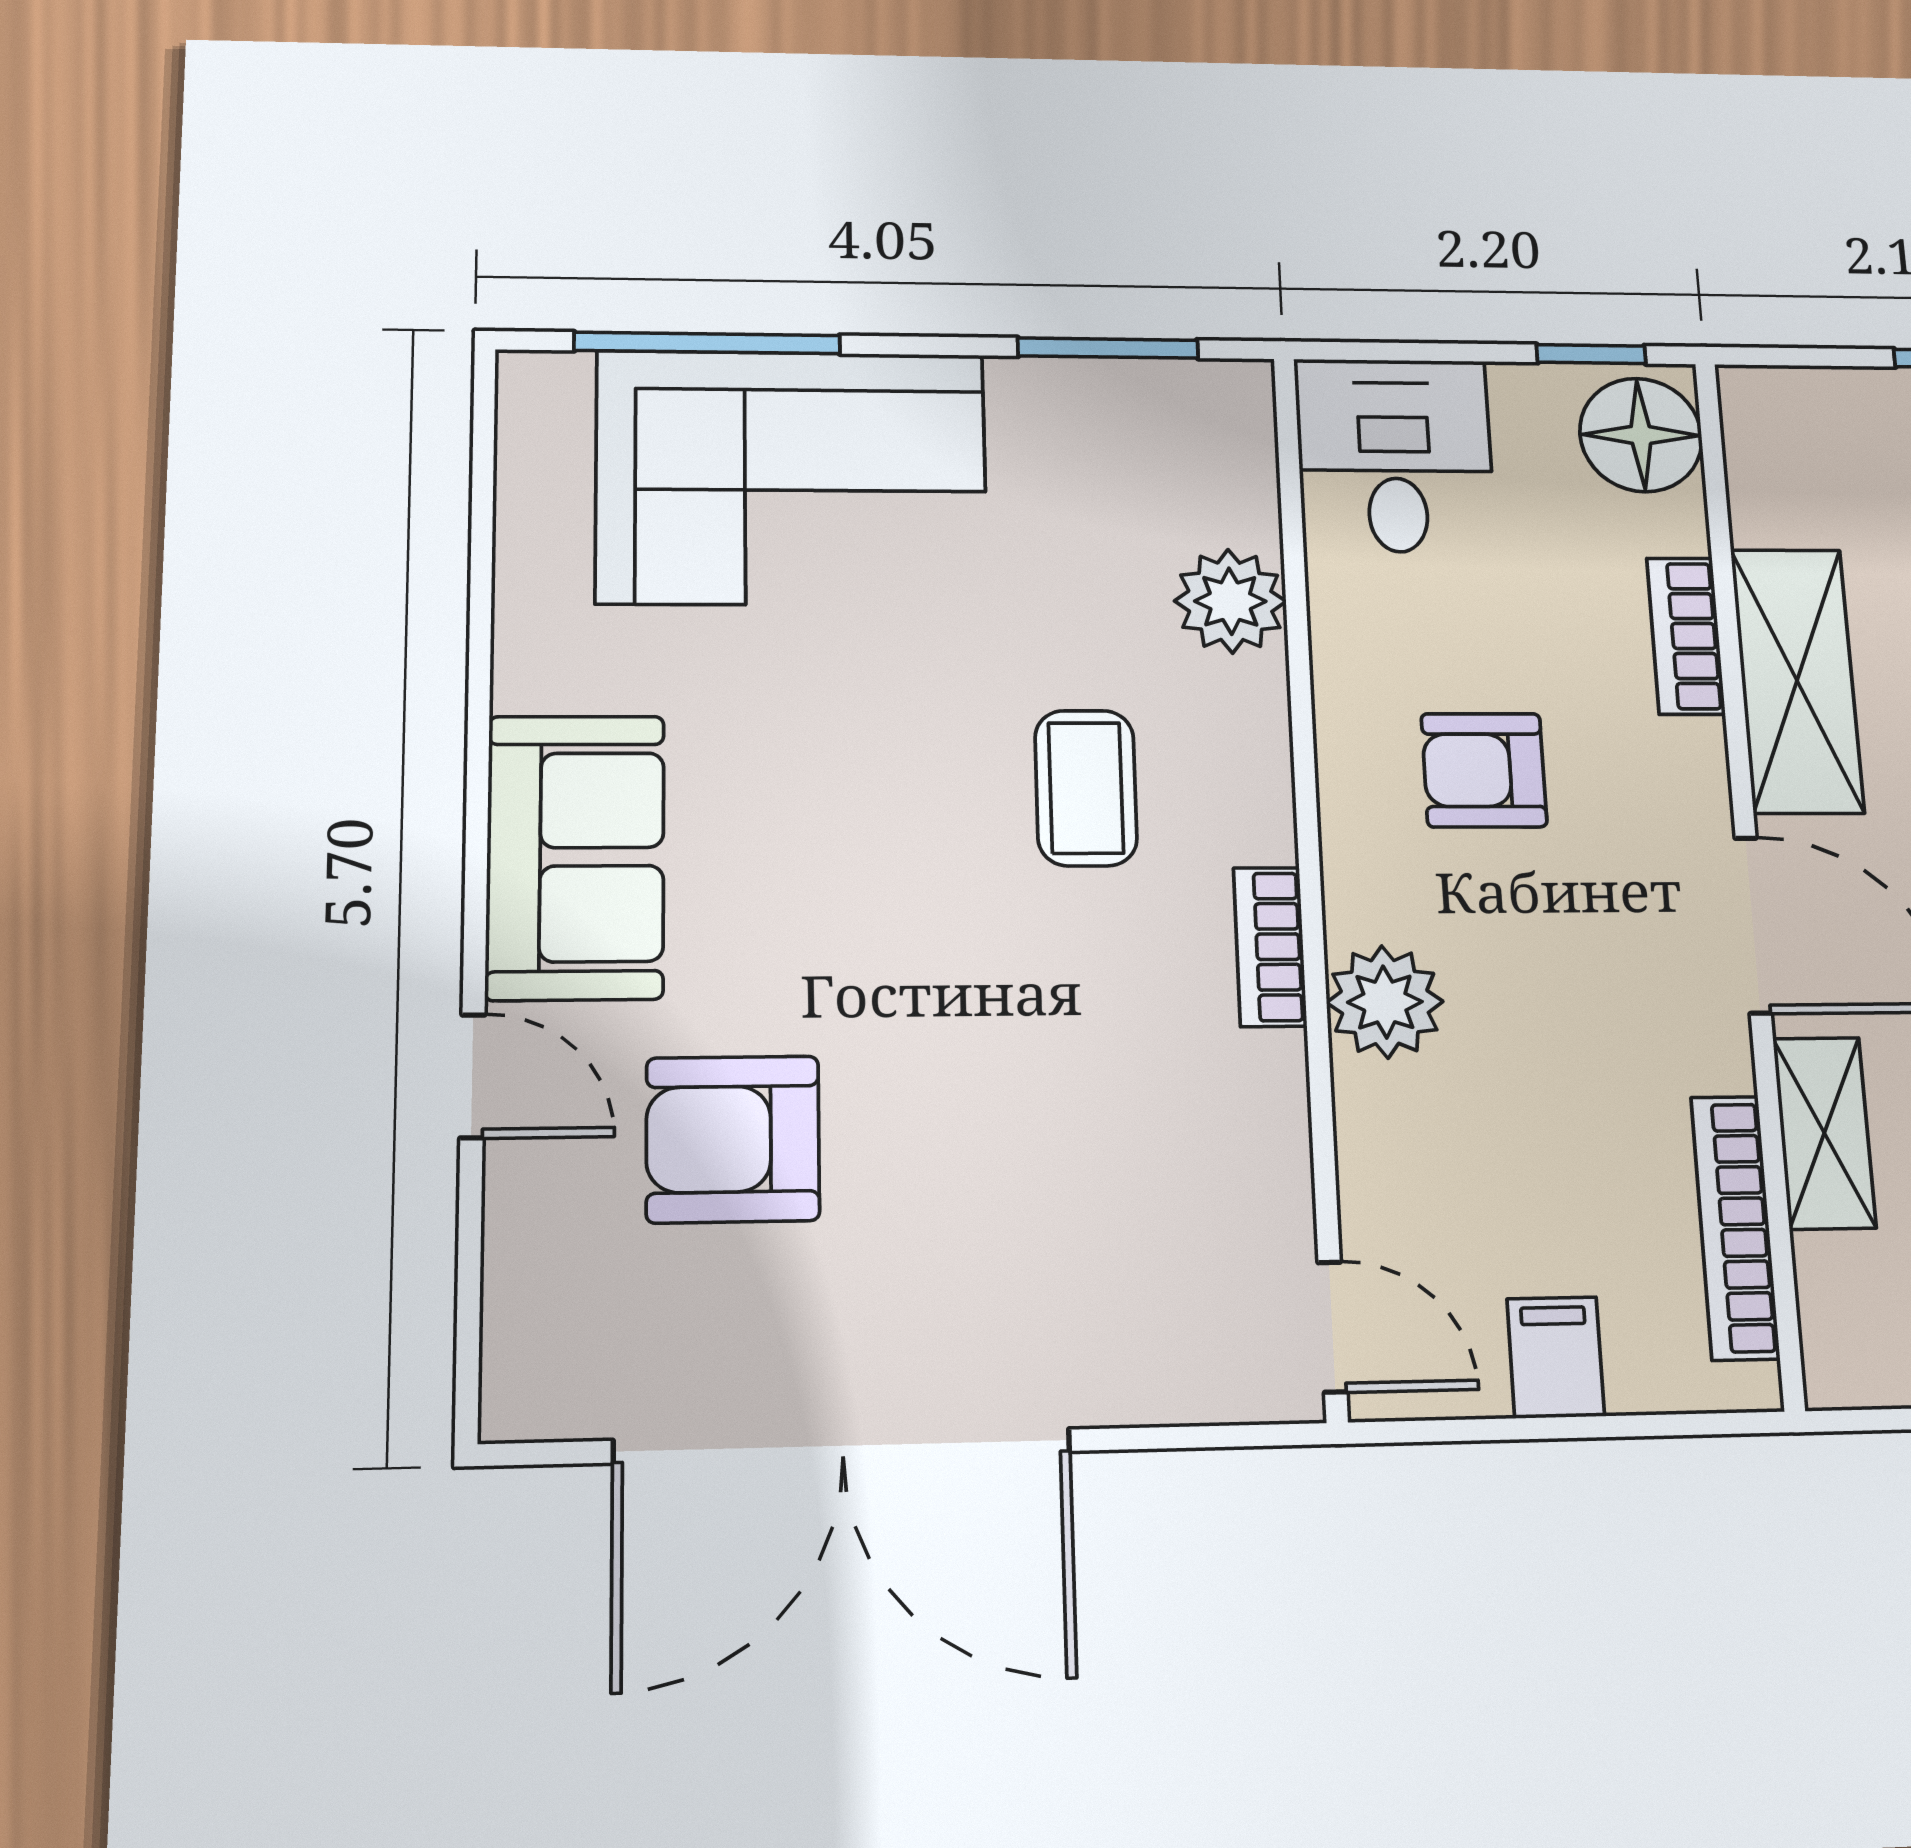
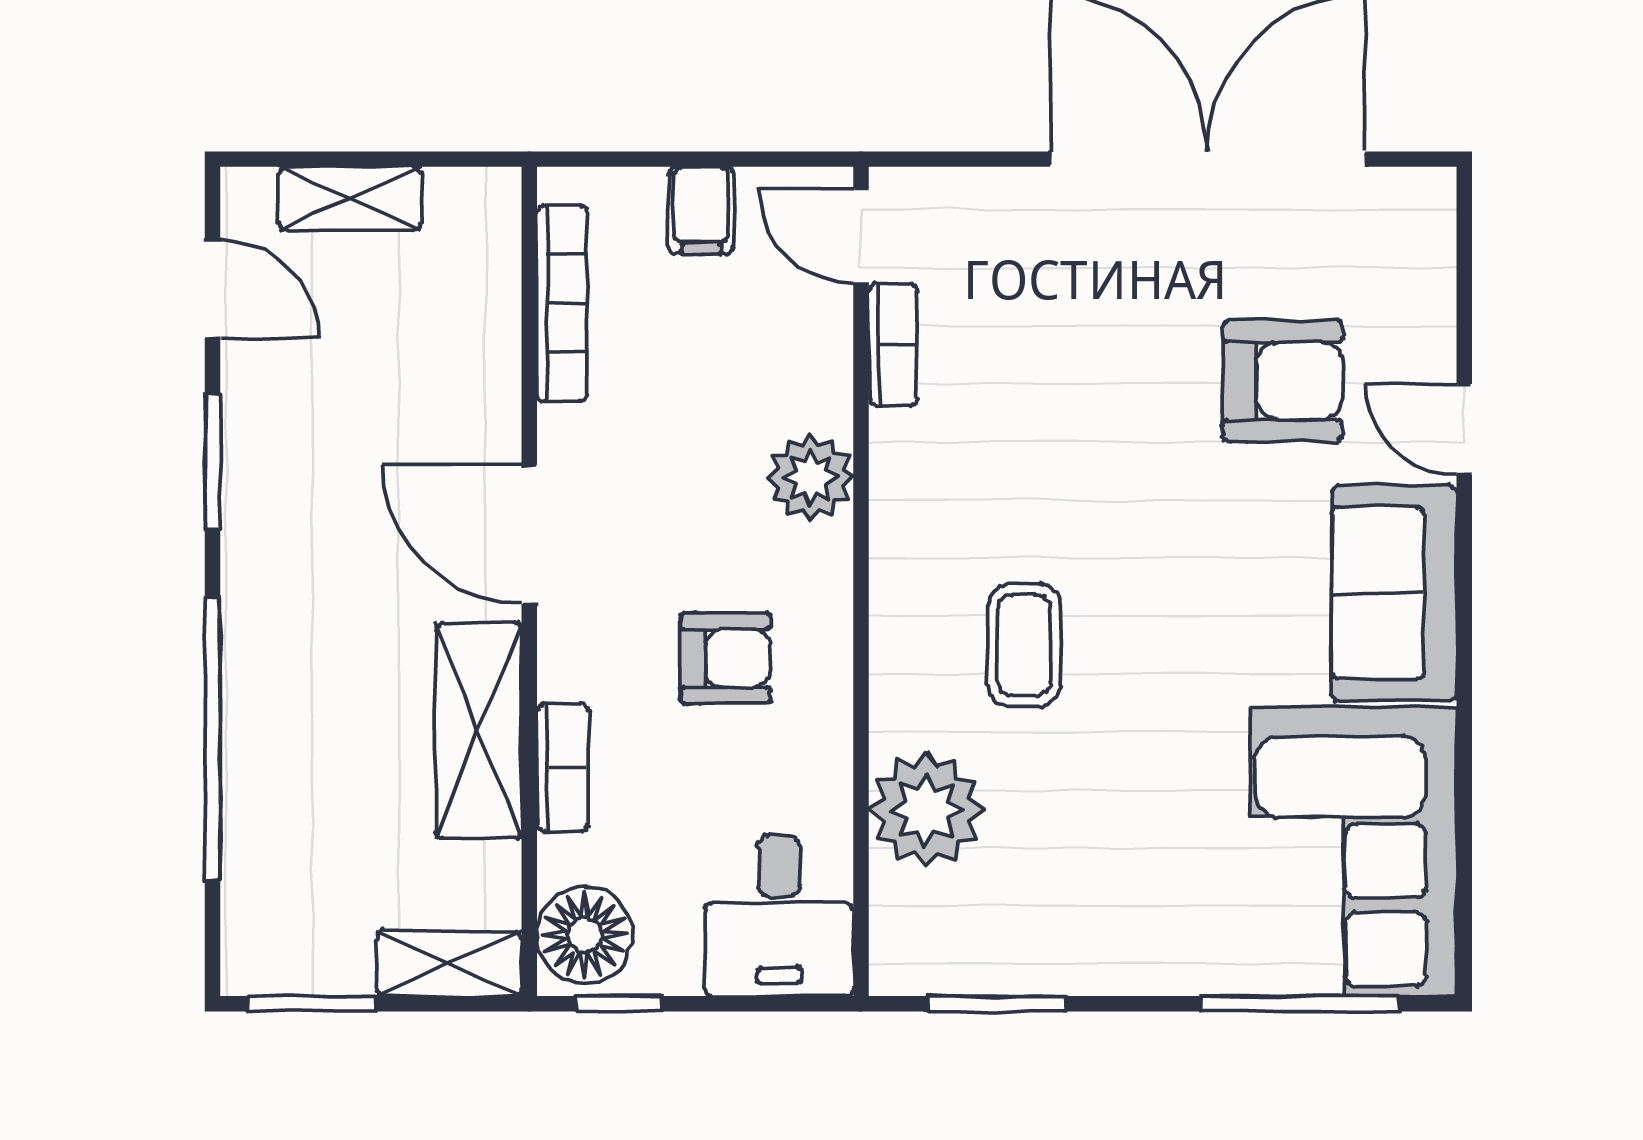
corner sofa: (792, 478) -> (1354, 852), moved, turned -90
plant: (1230, 601) -> (926, 810), width x1.36, depth x1.36
bookcase: (1270, 947) -> (893, 345), moved
shelving: (1824, 1133) -> (449, 964), moved, turned 90

